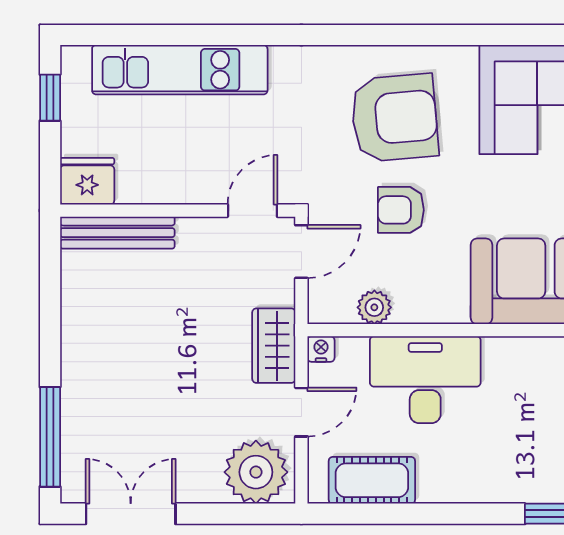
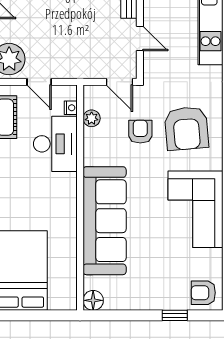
door: (252, 211) -> (140, 39), moved
wardrobe: (274, 346) -> (72, 68), removed
nightstand: (321, 349) -> (71, 108), moved

